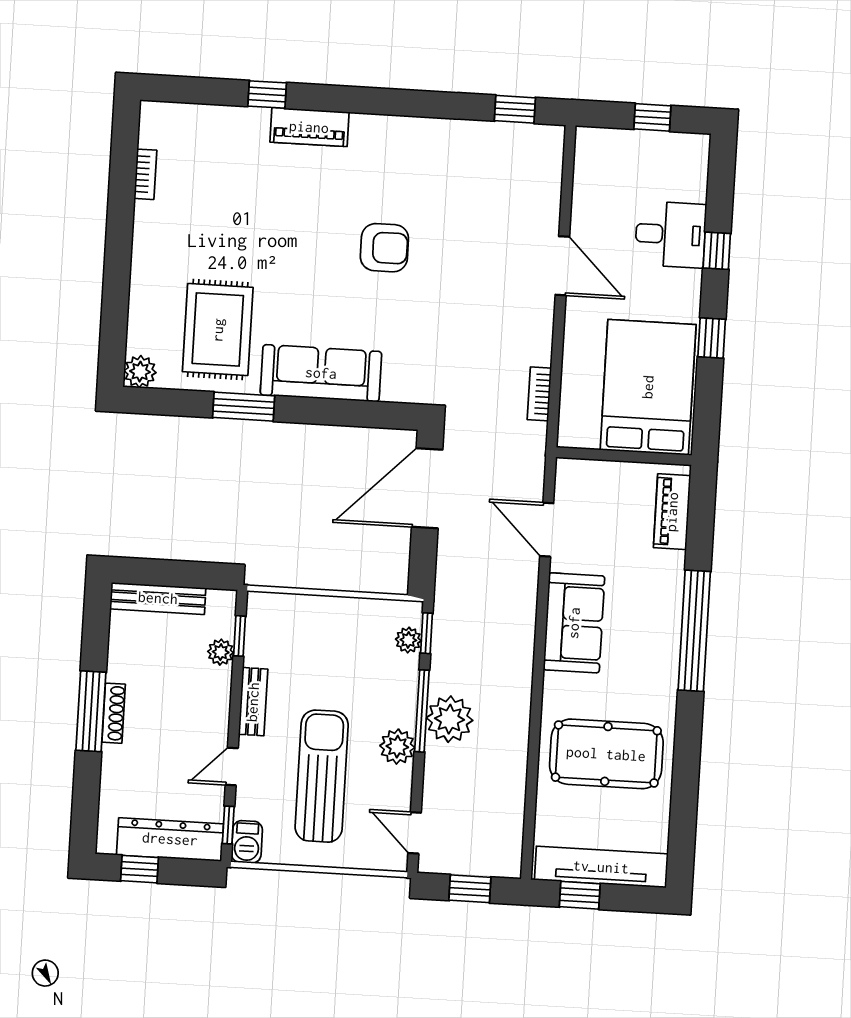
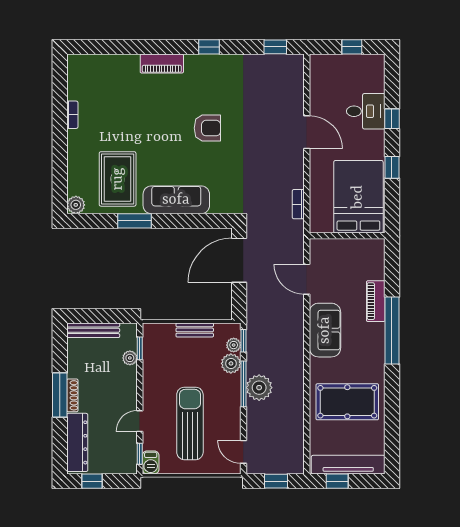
window: (267, 95) -> (209, 47), moved
bookcase: (145, 174) -> (72, 115), moved
piano: (672, 512) -> (376, 301), moved
bench: (253, 702) -> (195, 330), moved, turned 90
plant: (397, 747) -> (231, 363), moved
dresser: (170, 839) -> (77, 442), moved, turned 90

